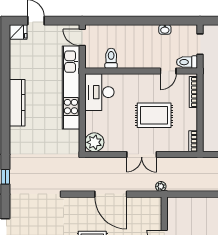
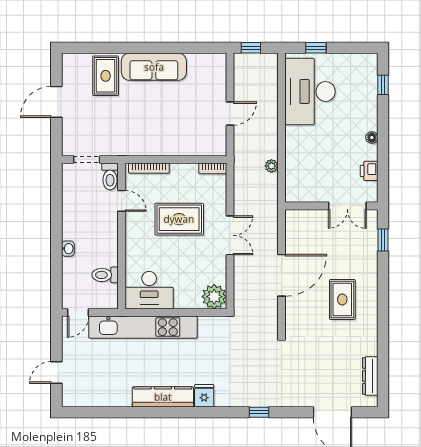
washbasin: (165, 30) -> (68, 249), moved
fridge: (18, 32) -> (204, 396), moved
rug: (154, 115) -> (179, 219), turned 90
plant: (161, 186) -> (271, 166), moved

